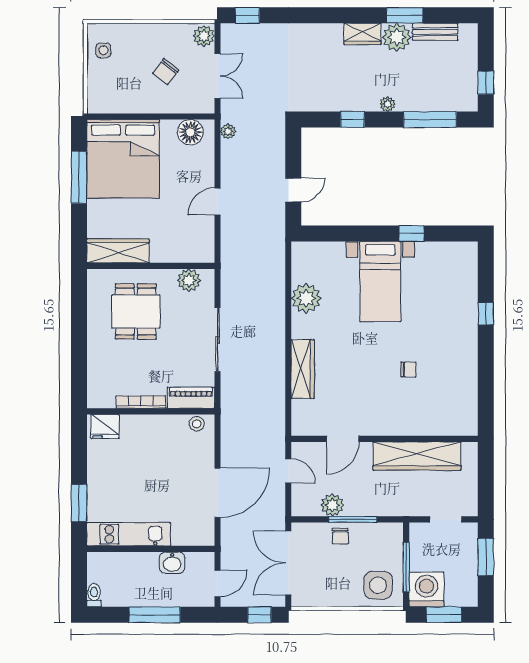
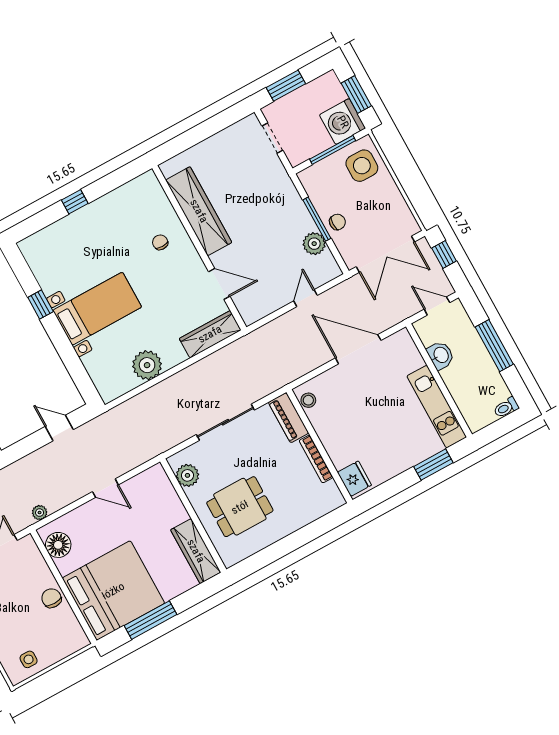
chair: (166, 72) -> (51, 598), moved, turned -128
door: (343, 439) -> (219, 284), moved
wall: (385, 439) -> (199, 248), moved
wardrobe: (417, 456) -> (199, 211), moved

